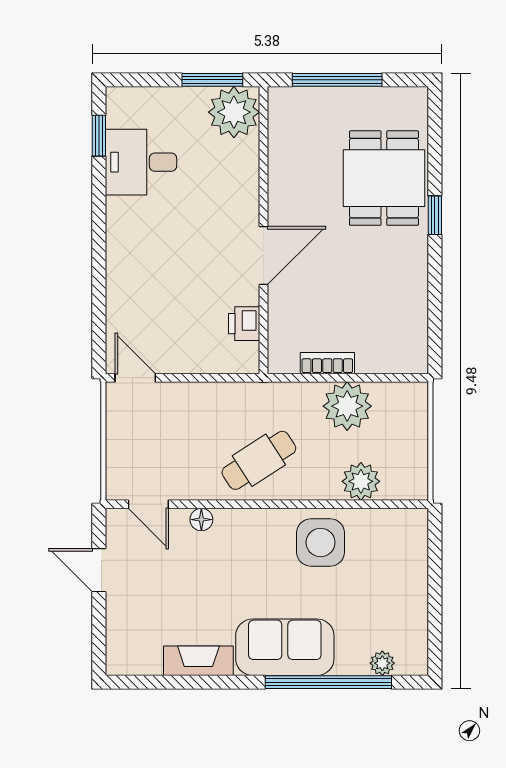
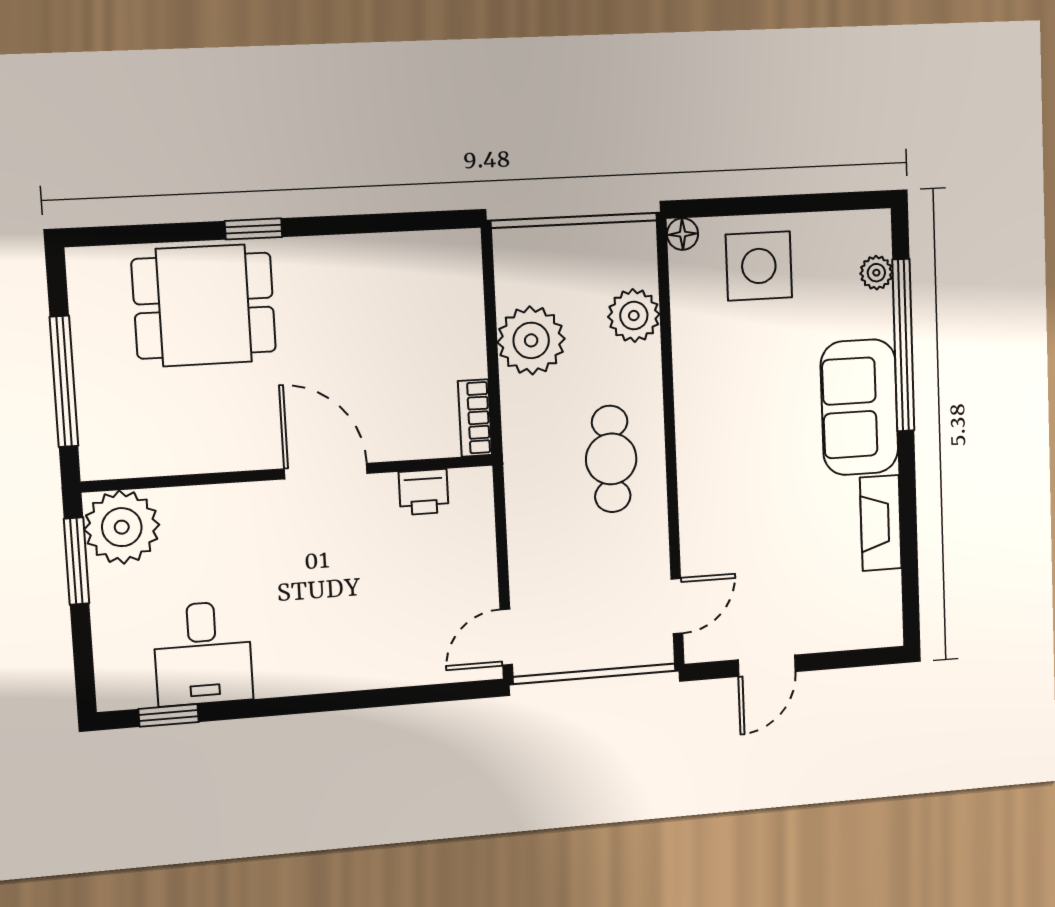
bookcase: (327, 363) -> (475, 418), moved
cafe table: (259, 460) -> (611, 459), turned 33
floor lamp: (201, 520) -> (683, 234), moved
side table: (321, 542) -> (759, 266), moved

